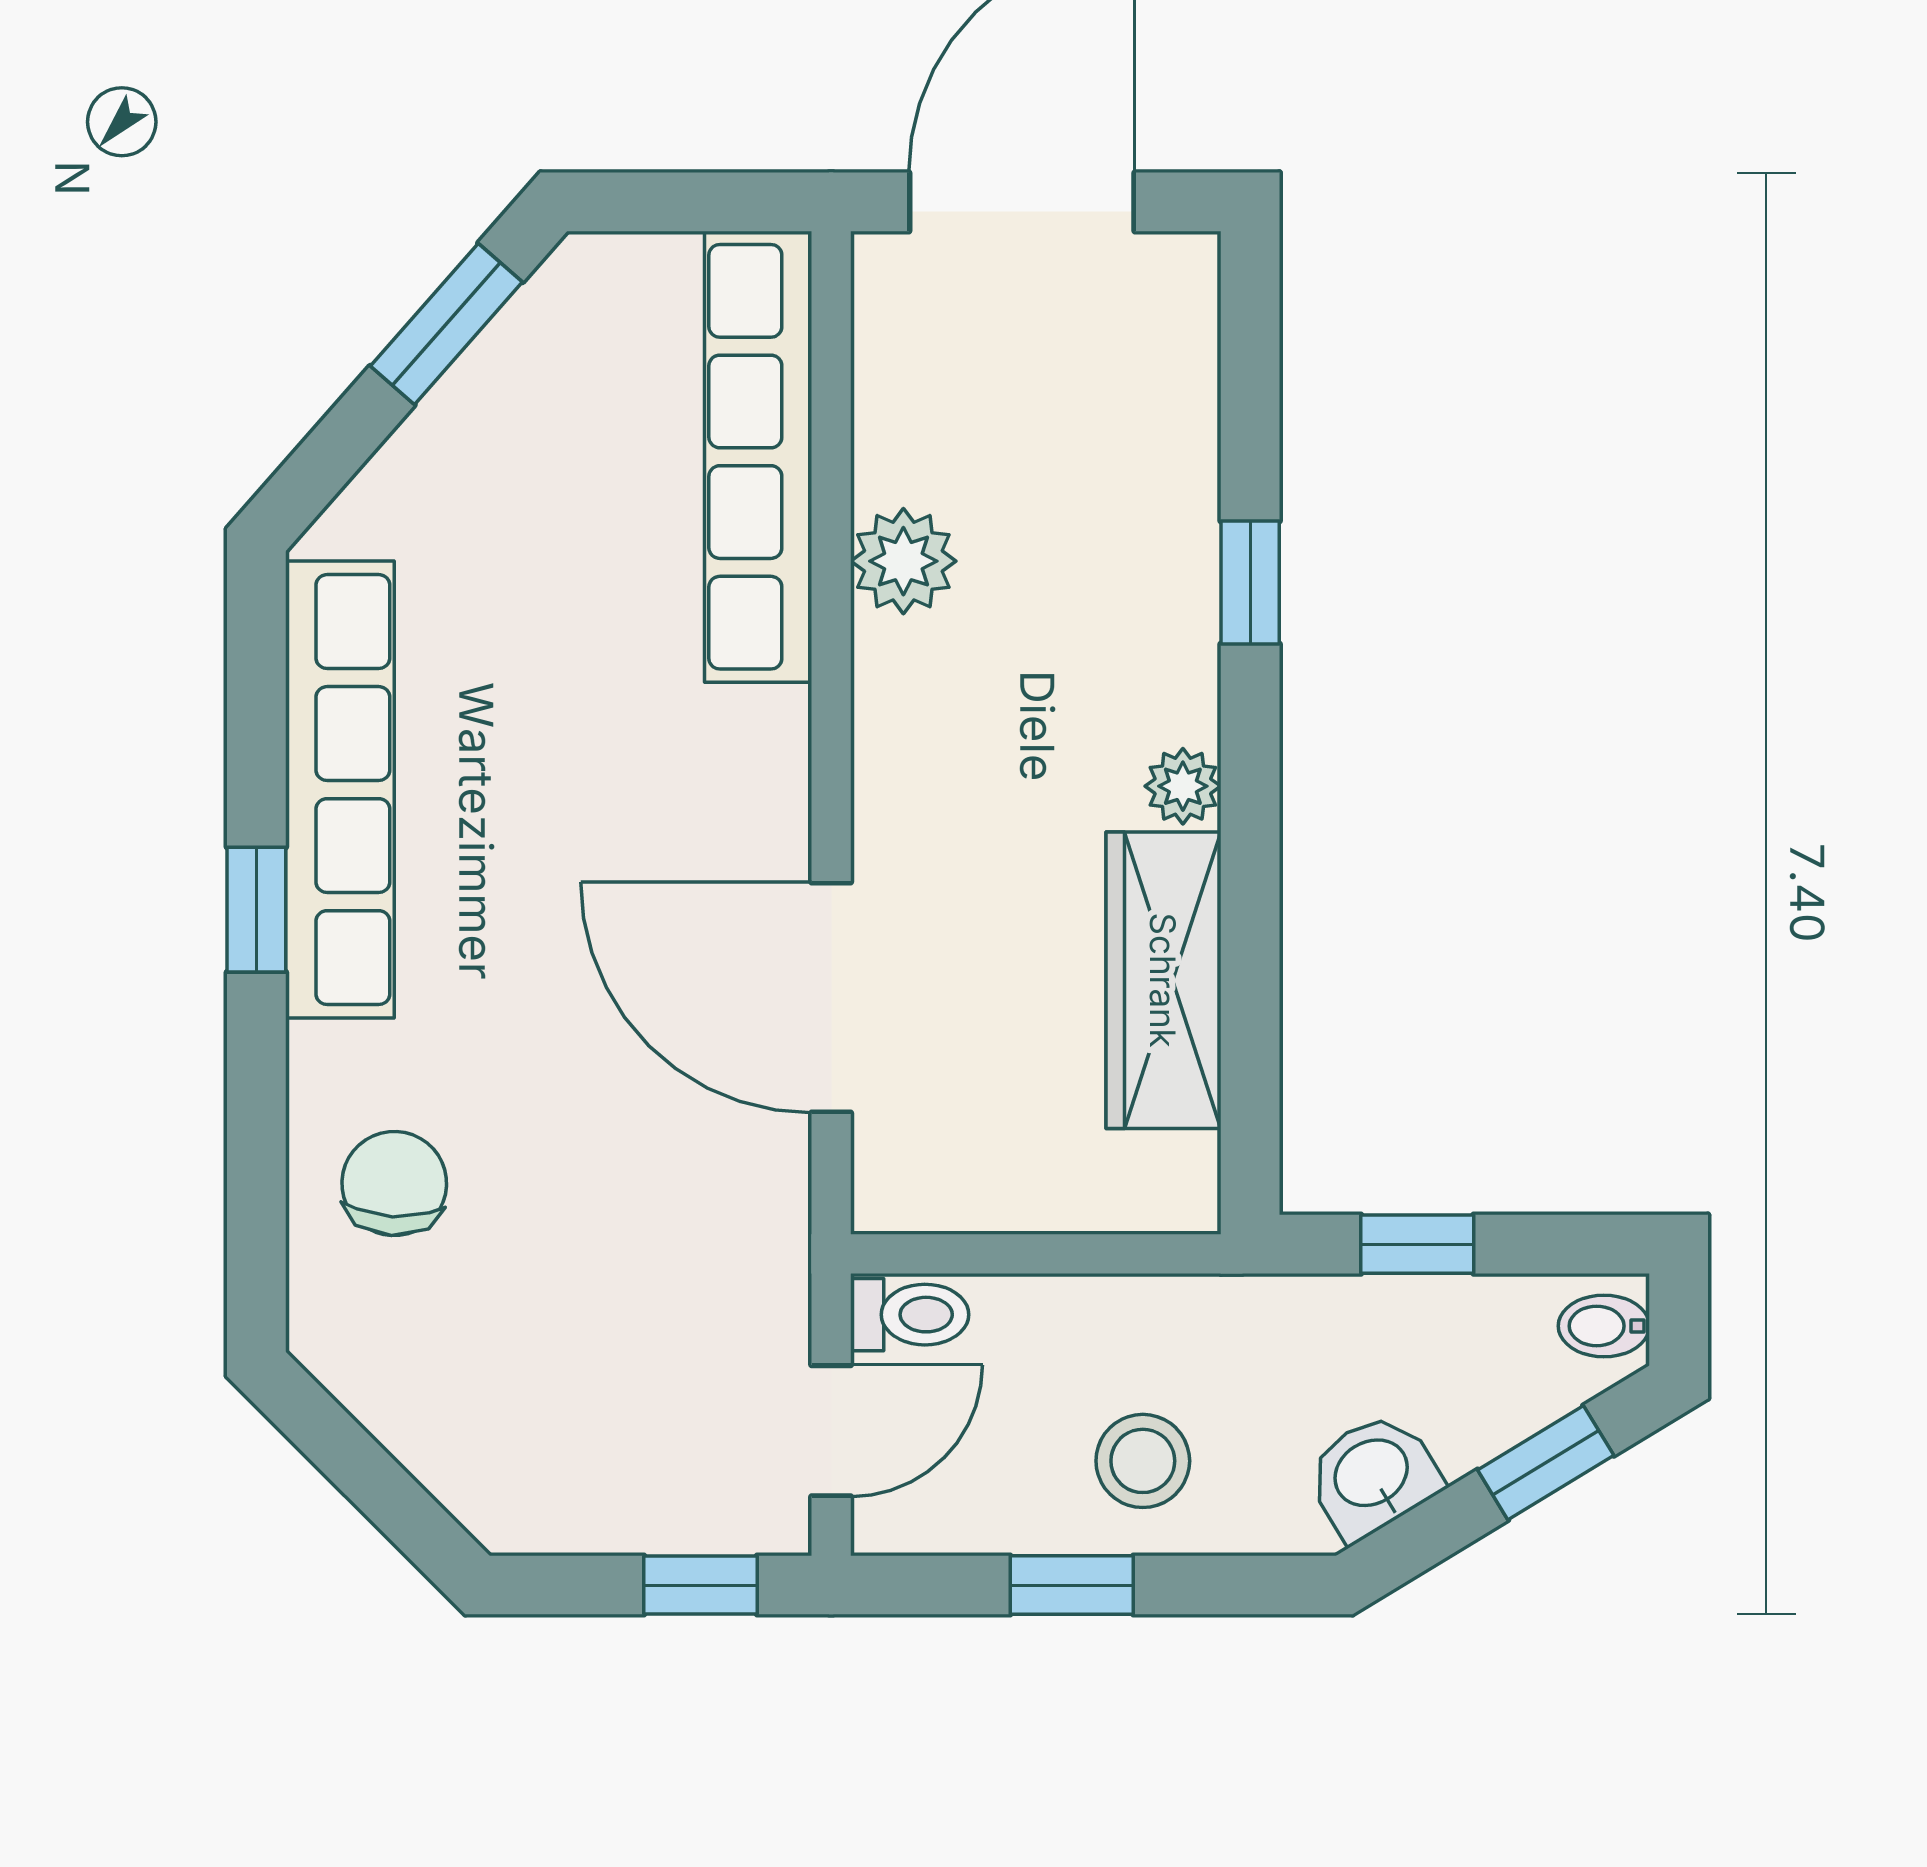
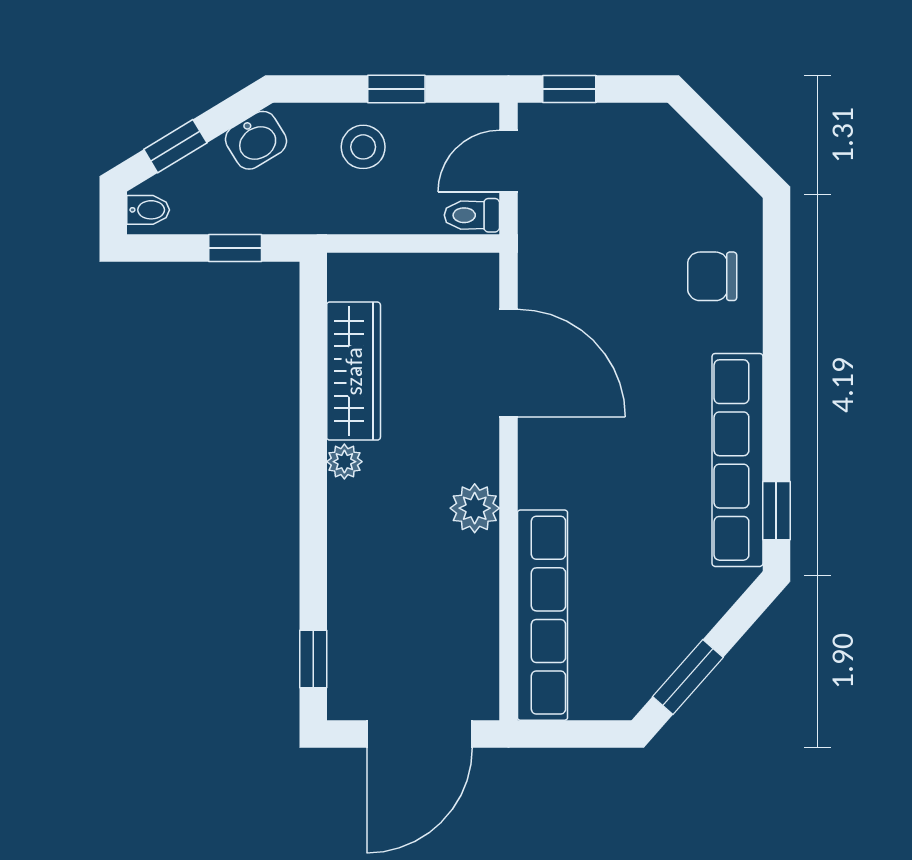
plant: (903, 561) -> (475, 508), moved
window: (1250, 583) -> (313, 659), moved
window: (256, 910) -> (776, 511), moved
chair: (394, 1183) -> (712, 276), turned 87

